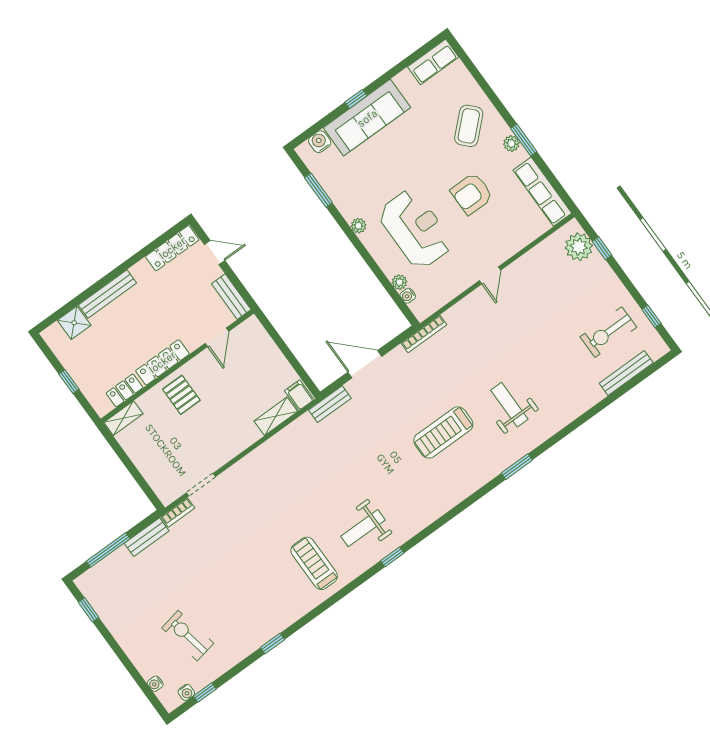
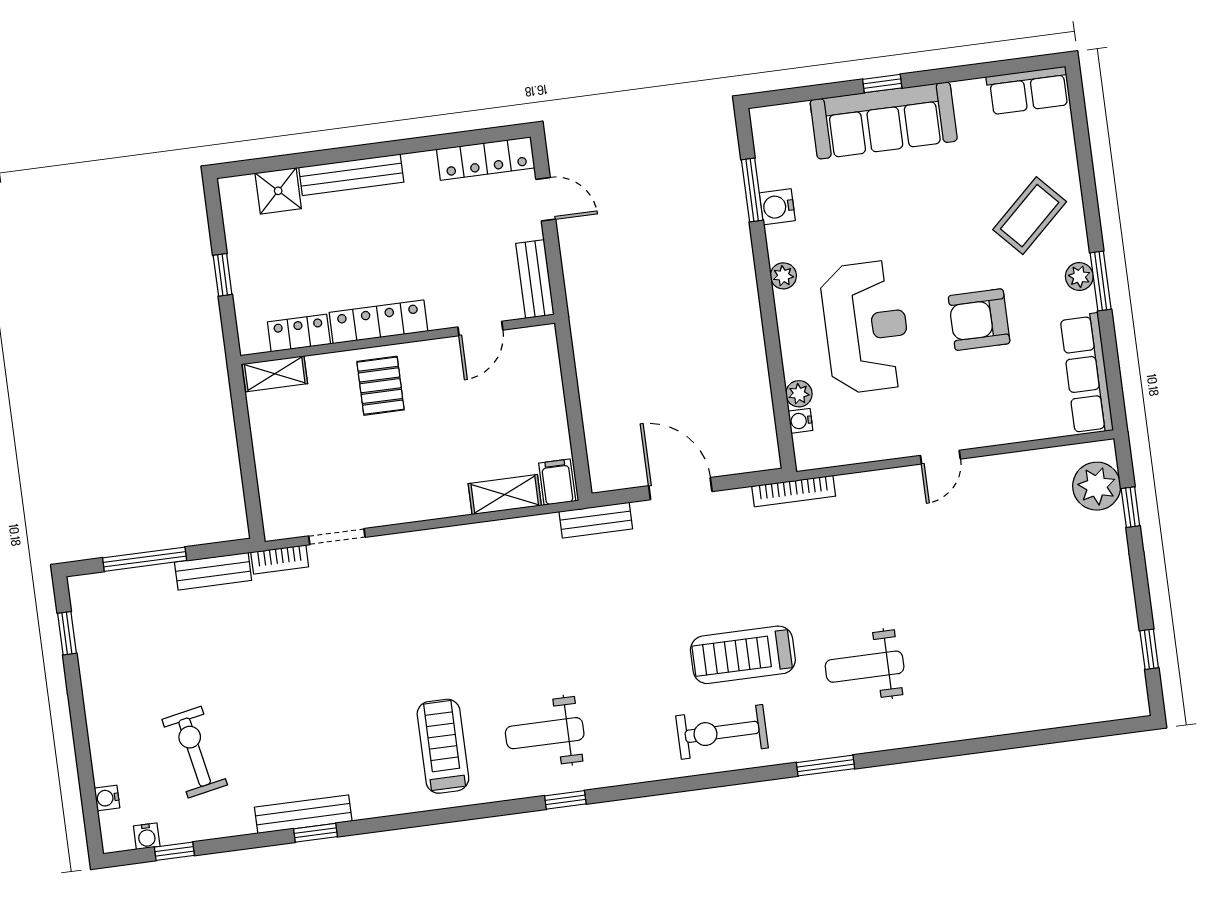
water cooler: (320, 142) -> (777, 207), moved, turned -90
exercise bike: (608, 332) -> (722, 732), moved
bench: (626, 373) -> (303, 814), moved
weight bench: (509, 405) -> (865, 667), turned -90

